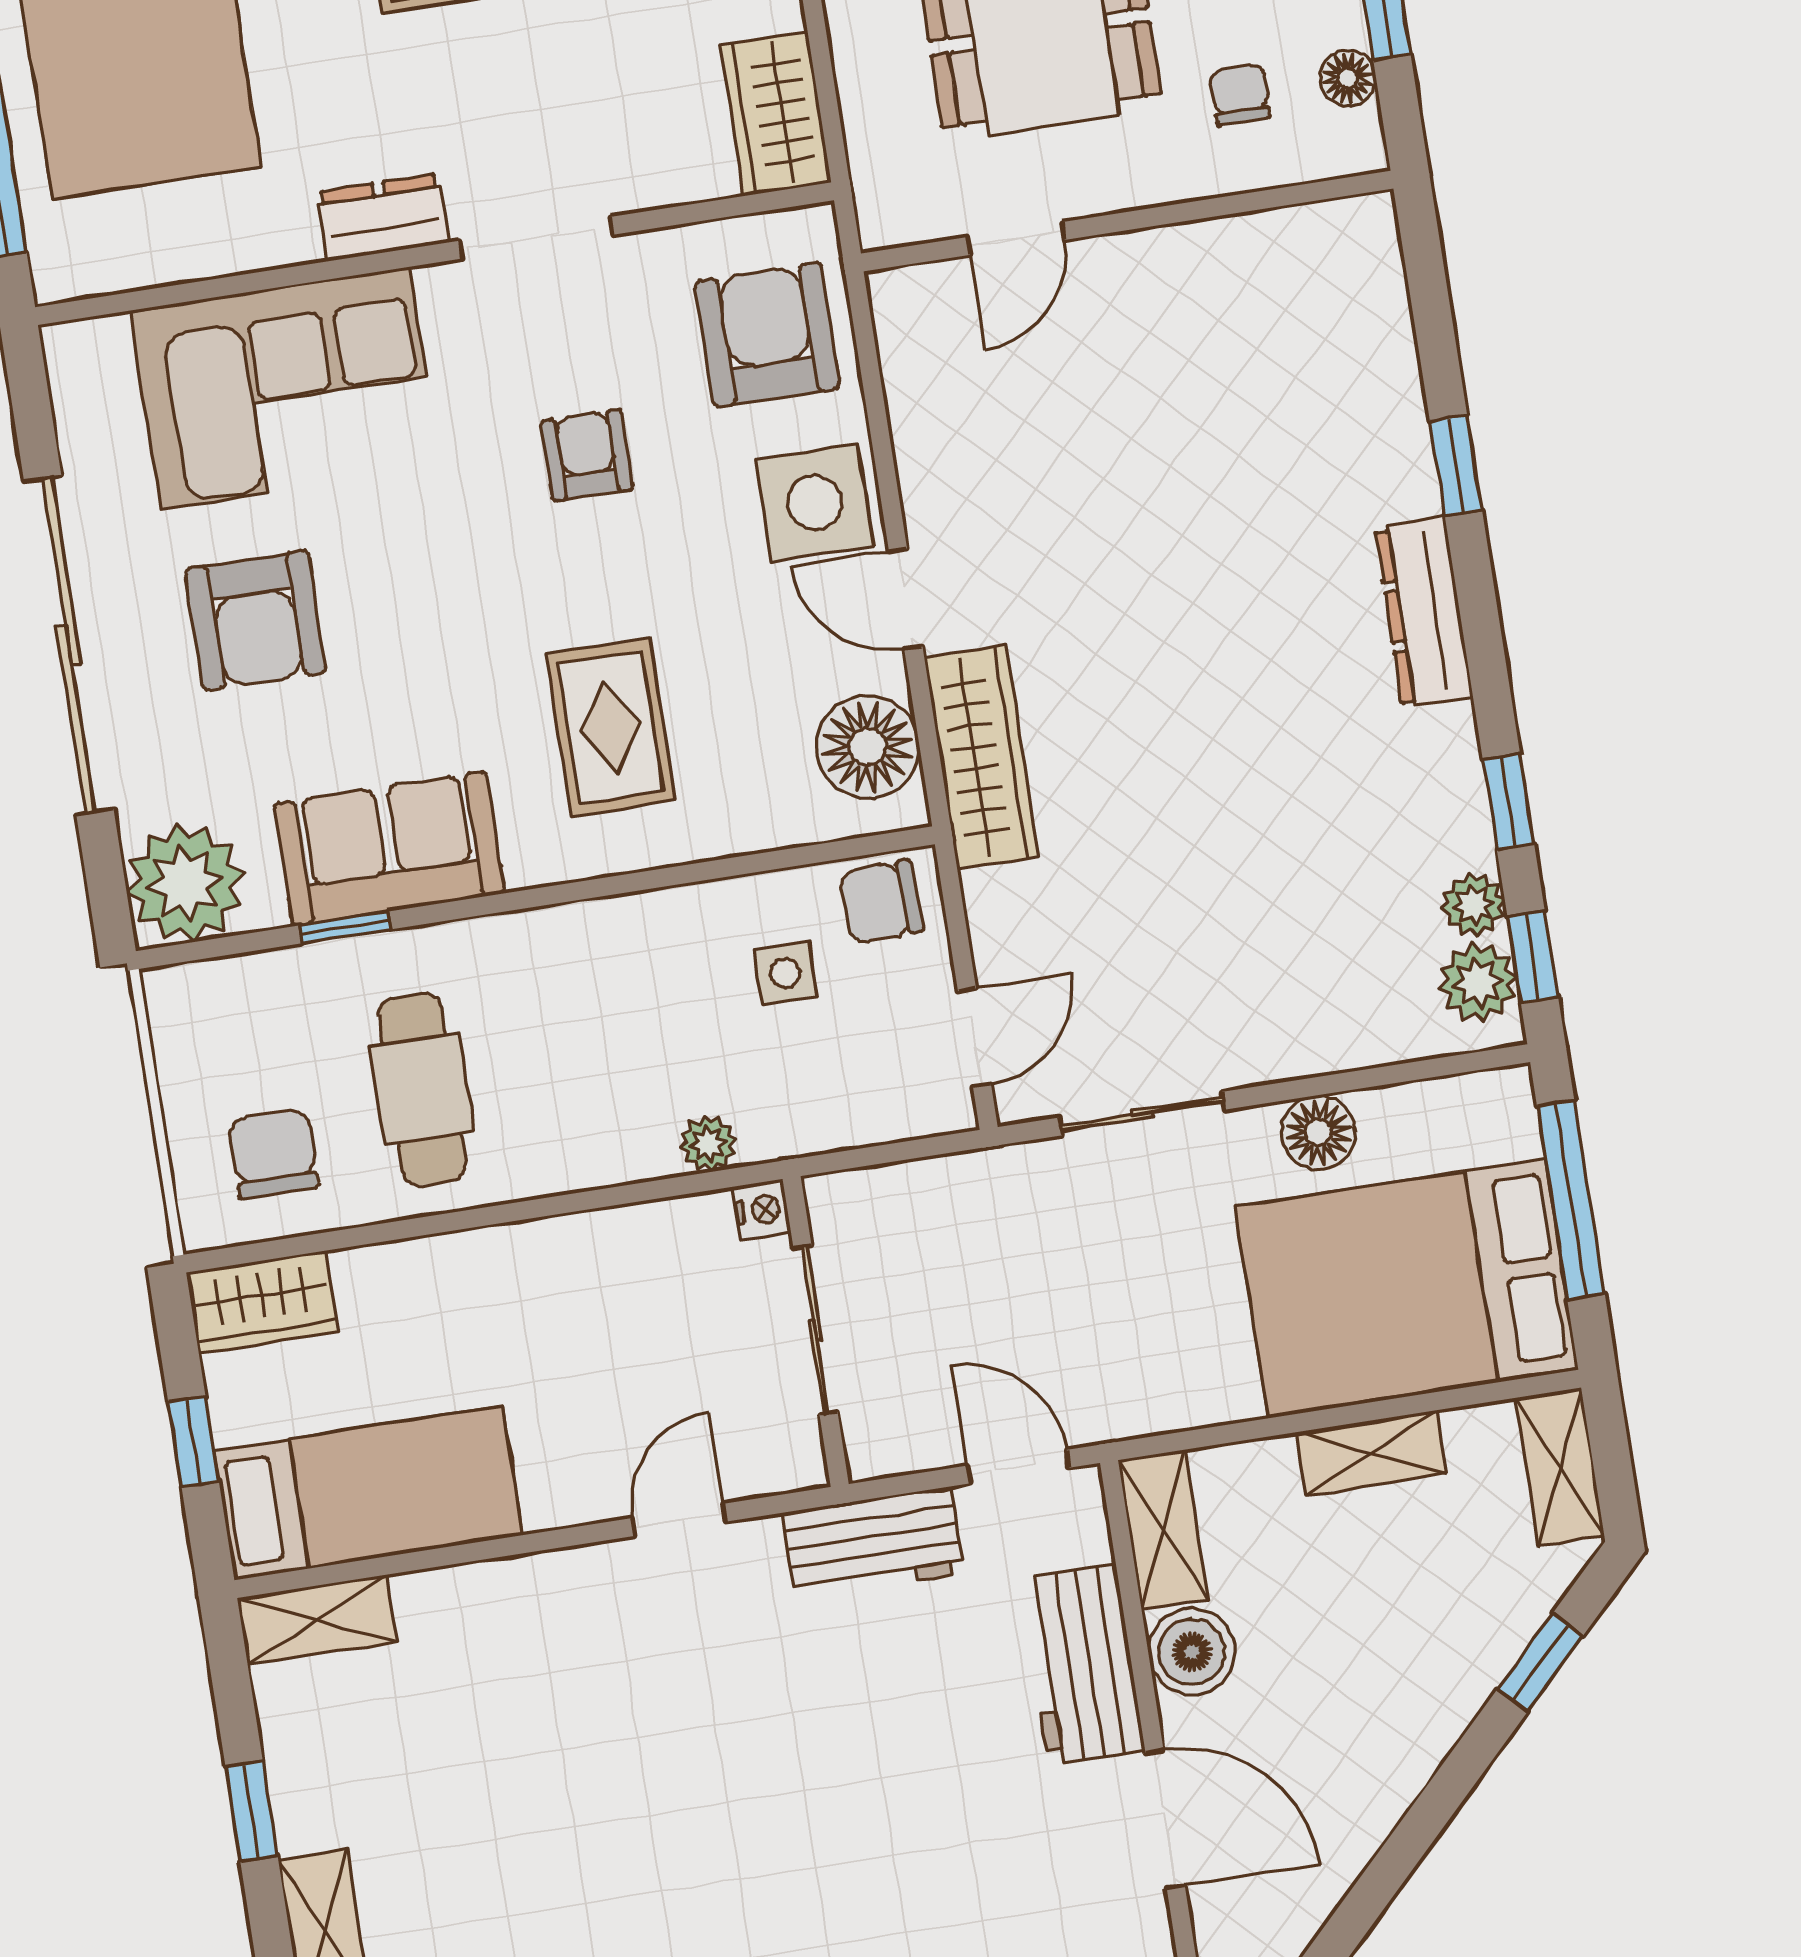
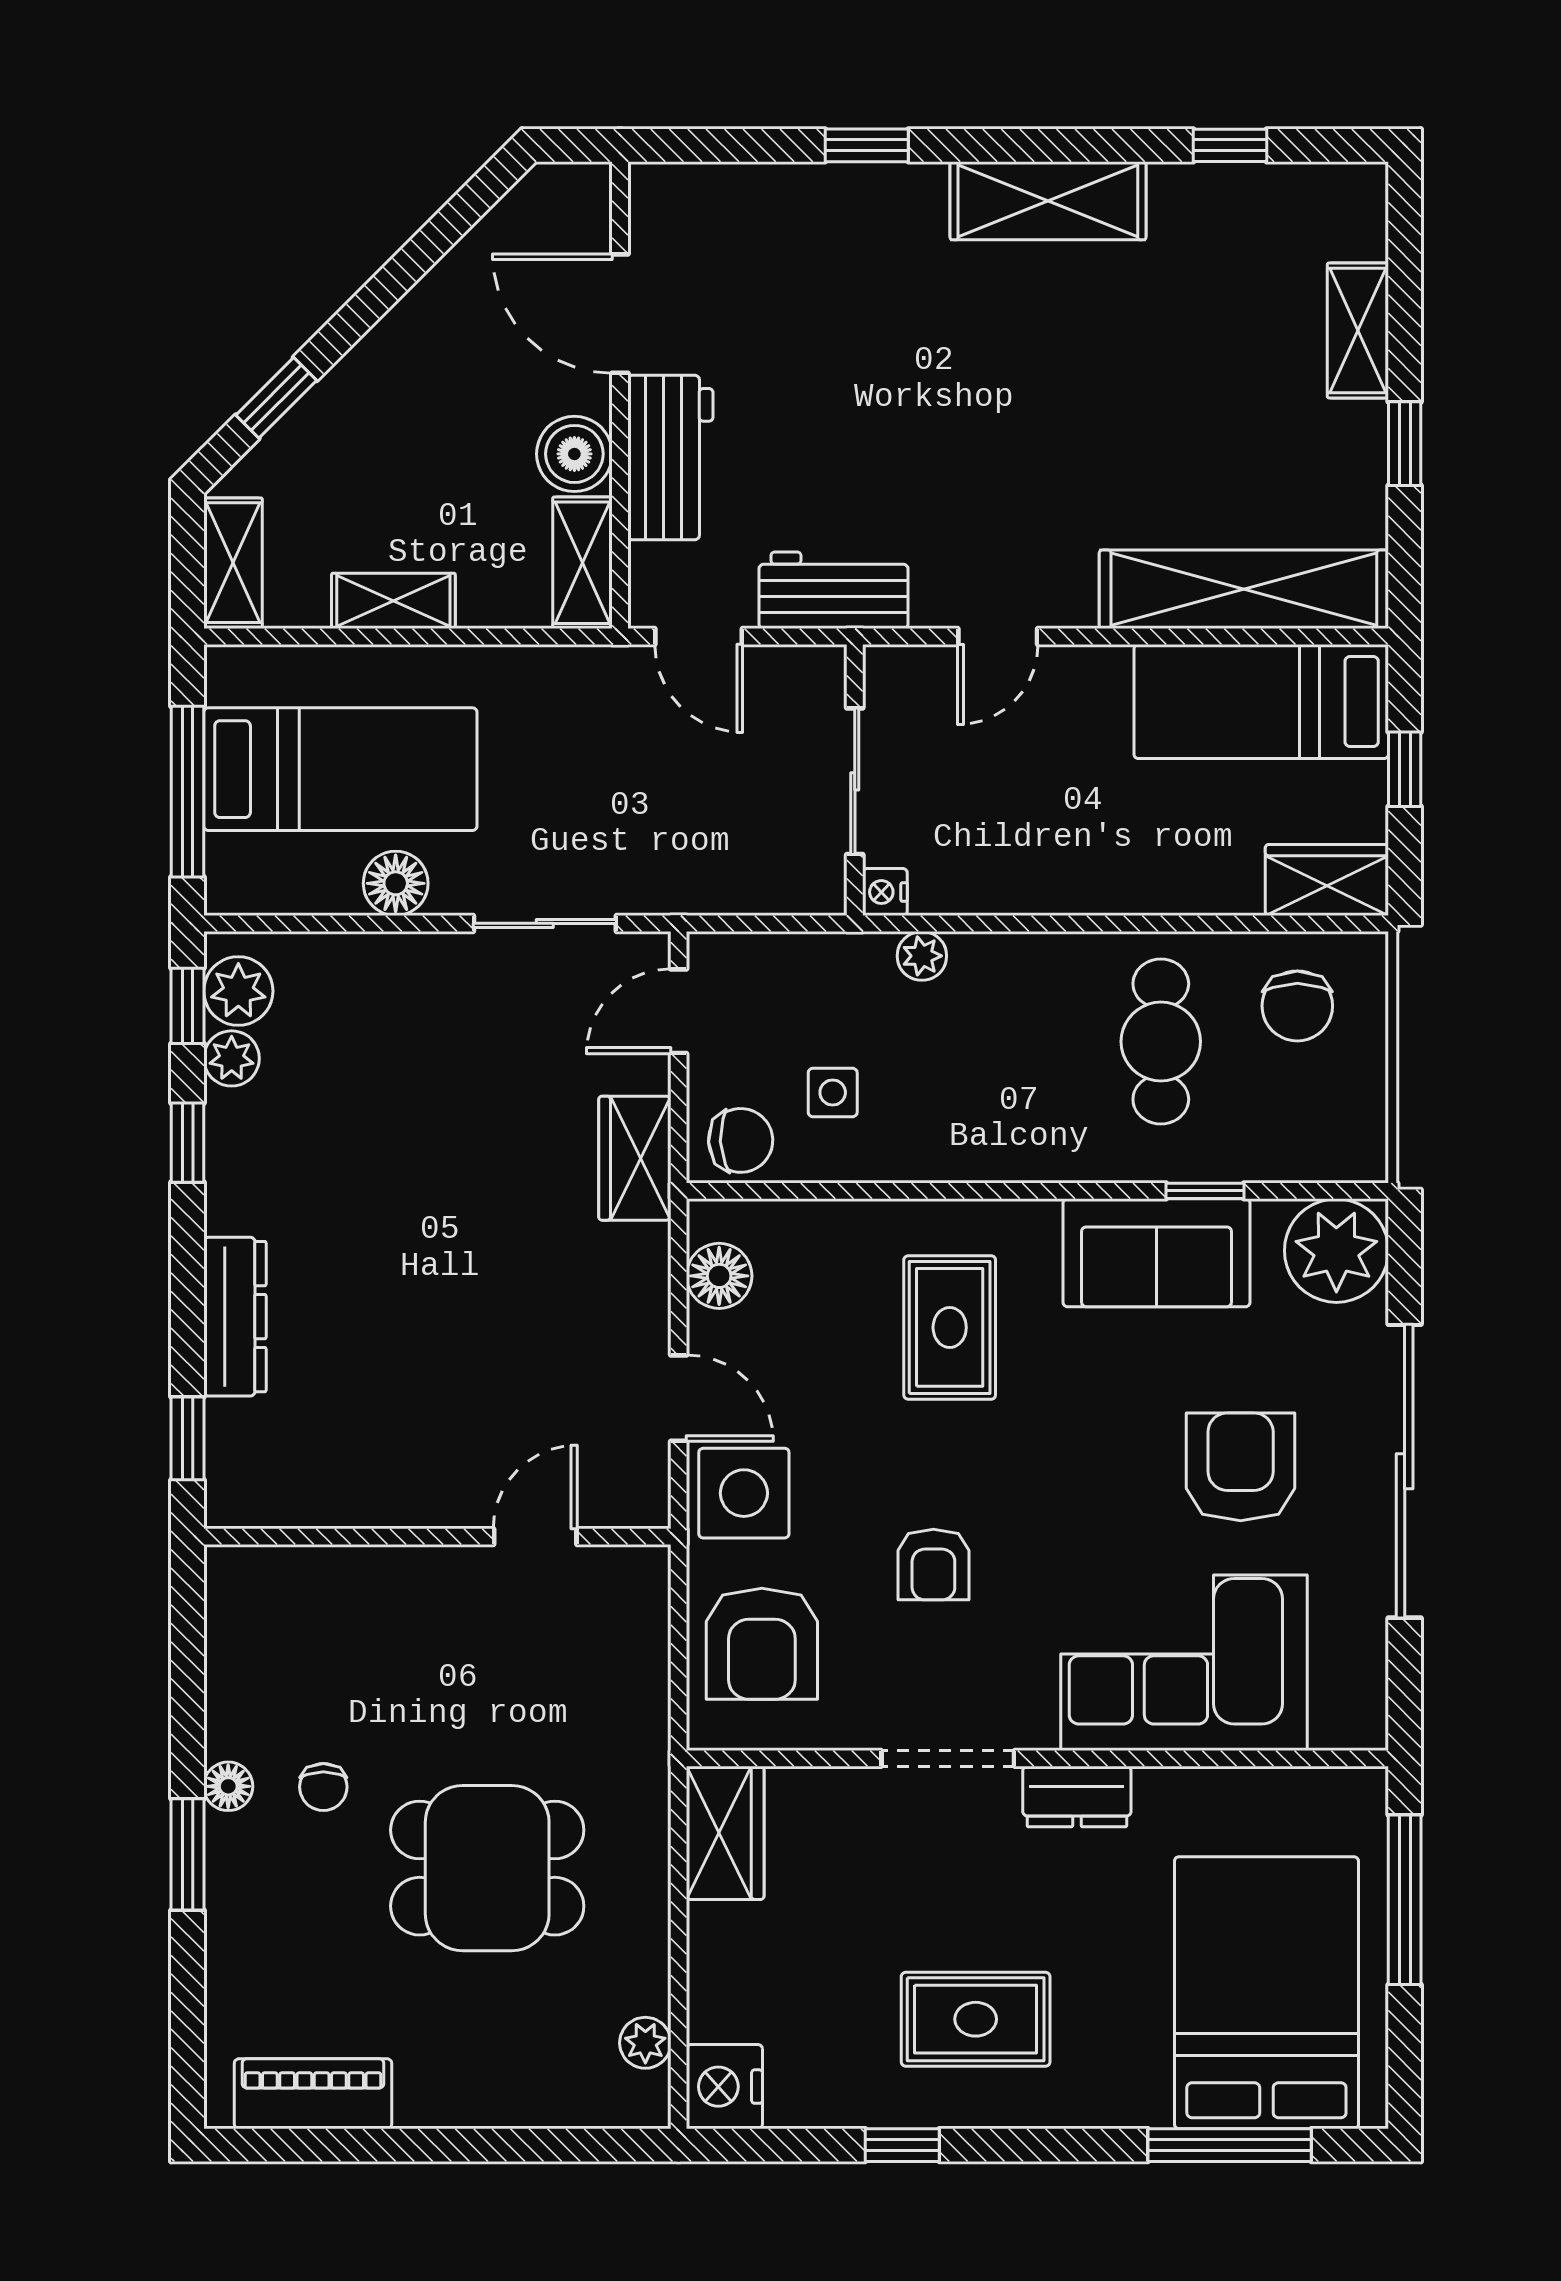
wall: (1127, 221) -> (437, 1537), moved
door: (1016, 238) -> (535, 1537), moved
floor lamp: (868, 747) -> (719, 1276), width x0.73, depth x0.73
wardrobe: (981, 757) -> (635, 1158), moved, width x0.67
bed: (1407, 1287) -> (340, 769), width x0.67
shelving: (317, 1620) -> (1244, 589), width x2.20, depth x1.33

